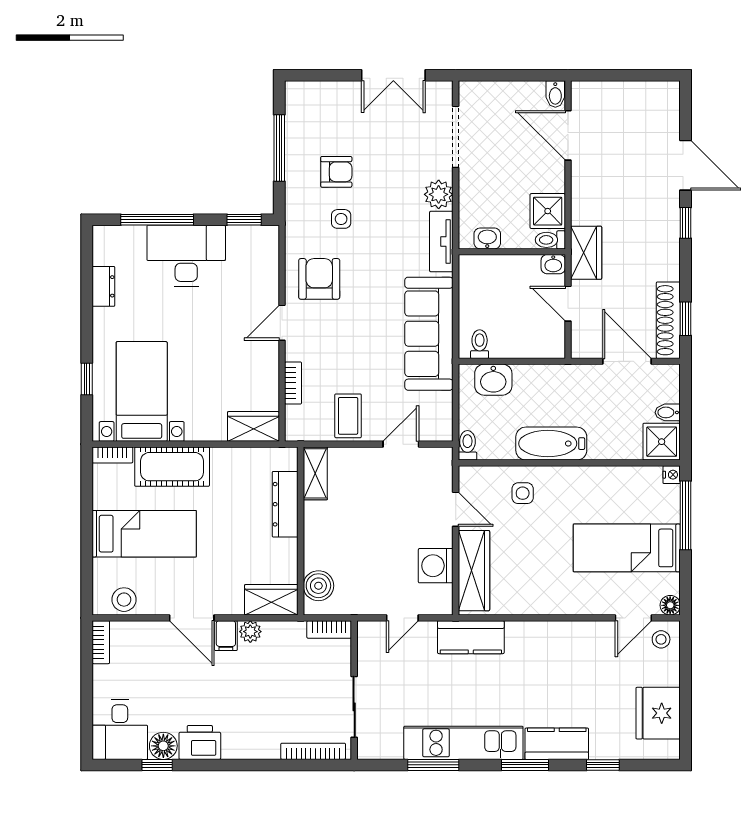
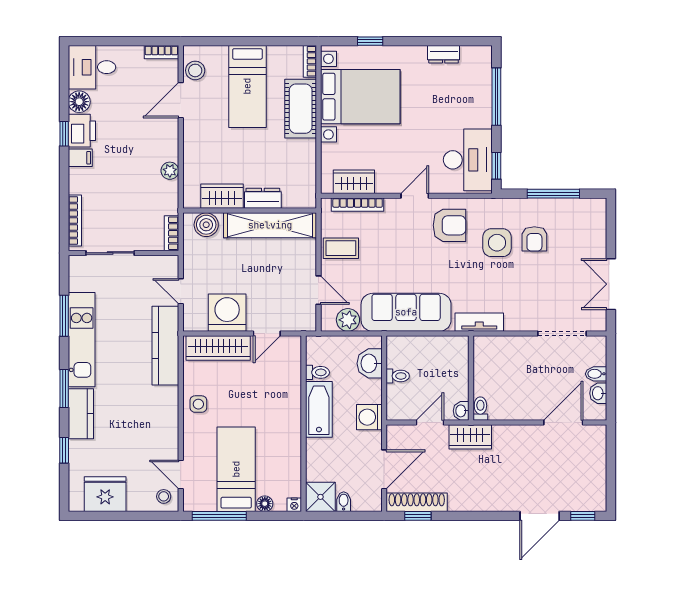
bidet: (555, 94) -> (596, 374), moved
plant: (439, 194) -> (348, 320), moved
shower: (548, 211) -> (503, 407), removed
side table: (341, 219) -> (497, 243), width x1.87, depth x1.87
window: (686, 223) -> (583, 516), moved
washbasin: (487, 238) -> (598, 393), moved, turned 180
desk: (186, 256) -> (468, 160), moved
door: (282, 323) -> (415, 196), hinge flipped
toilet: (480, 344) -> (398, 376), moved
washing machine: (561, 380) -> (369, 417), added
bookcase: (293, 383) -> (358, 205), width x1.56
bed with nightstands: (142, 391) -> (360, 97), width x1.36
wardrobe: (253, 426) -> (354, 182), moved, turned -90
toilet: (467, 445) -> (318, 372), moved
shelving: (315, 473) -> (270, 225), width x2.20, depth x1.33
side table: (523, 493) -> (198, 404), moved
dresser: (285, 504) -> (263, 198), width x0.70
window: (686, 515) -> (219, 516), moved
washing machine: (436, 566) -> (227, 313), width x1.37, depth x1.37
wardrobe: (271, 600) -> (222, 196), moved, turned -90
floor lamp: (670, 605) -> (265, 504), moved
door: (192, 618) -> (181, 100), moved
filing cabinet: (226, 636) -> (80, 158), moved, turned 180
kitchen counter: (471, 637) -> (165, 346), width x1.50
window: (157, 765) -> (64, 134), moved

